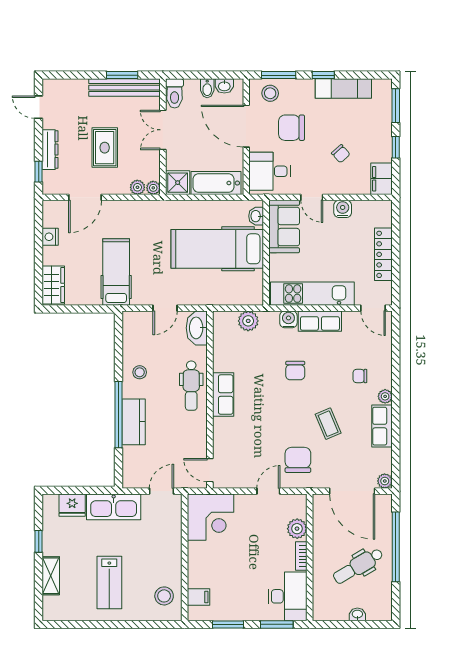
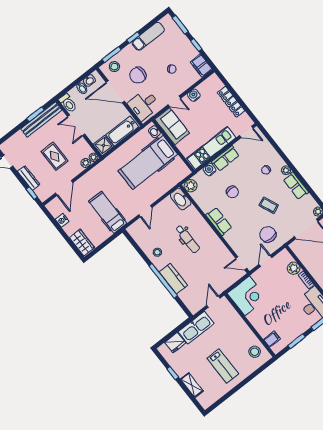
washbasin: (197, 328) -> (181, 199), moved
row of seats: (223, 395) -> (219, 221), moved
wall: (210, 400) -> (214, 229), moved
door: (210, 470) -> (241, 263), moved

